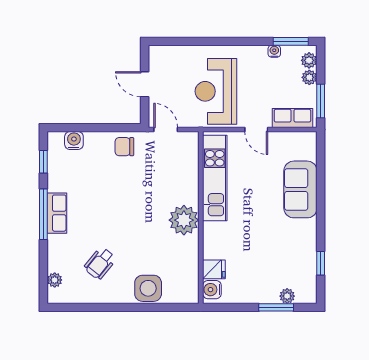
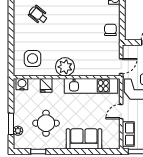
door: (166, 129) -> (121, 66), moved
round table: (275, 251) -> (46, 123), added
fridge: (214, 269) -> (46, 85), moved
side table: (148, 288) -> (33, 59), moved

